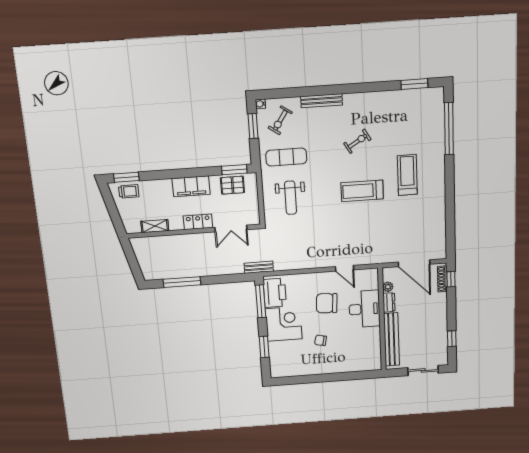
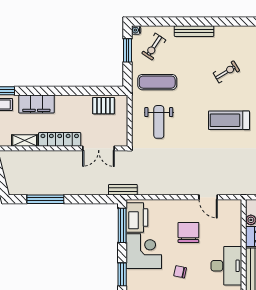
window: (234, 170) -> (106, 91), removed
filing cabinet: (191, 186) -> (36, 104), moved
locker: (198, 222) -> (60, 139), width x1.53
chair: (327, 303) -> (188, 232), turned 86
desk: (364, 309) -> (226, 266), moved

